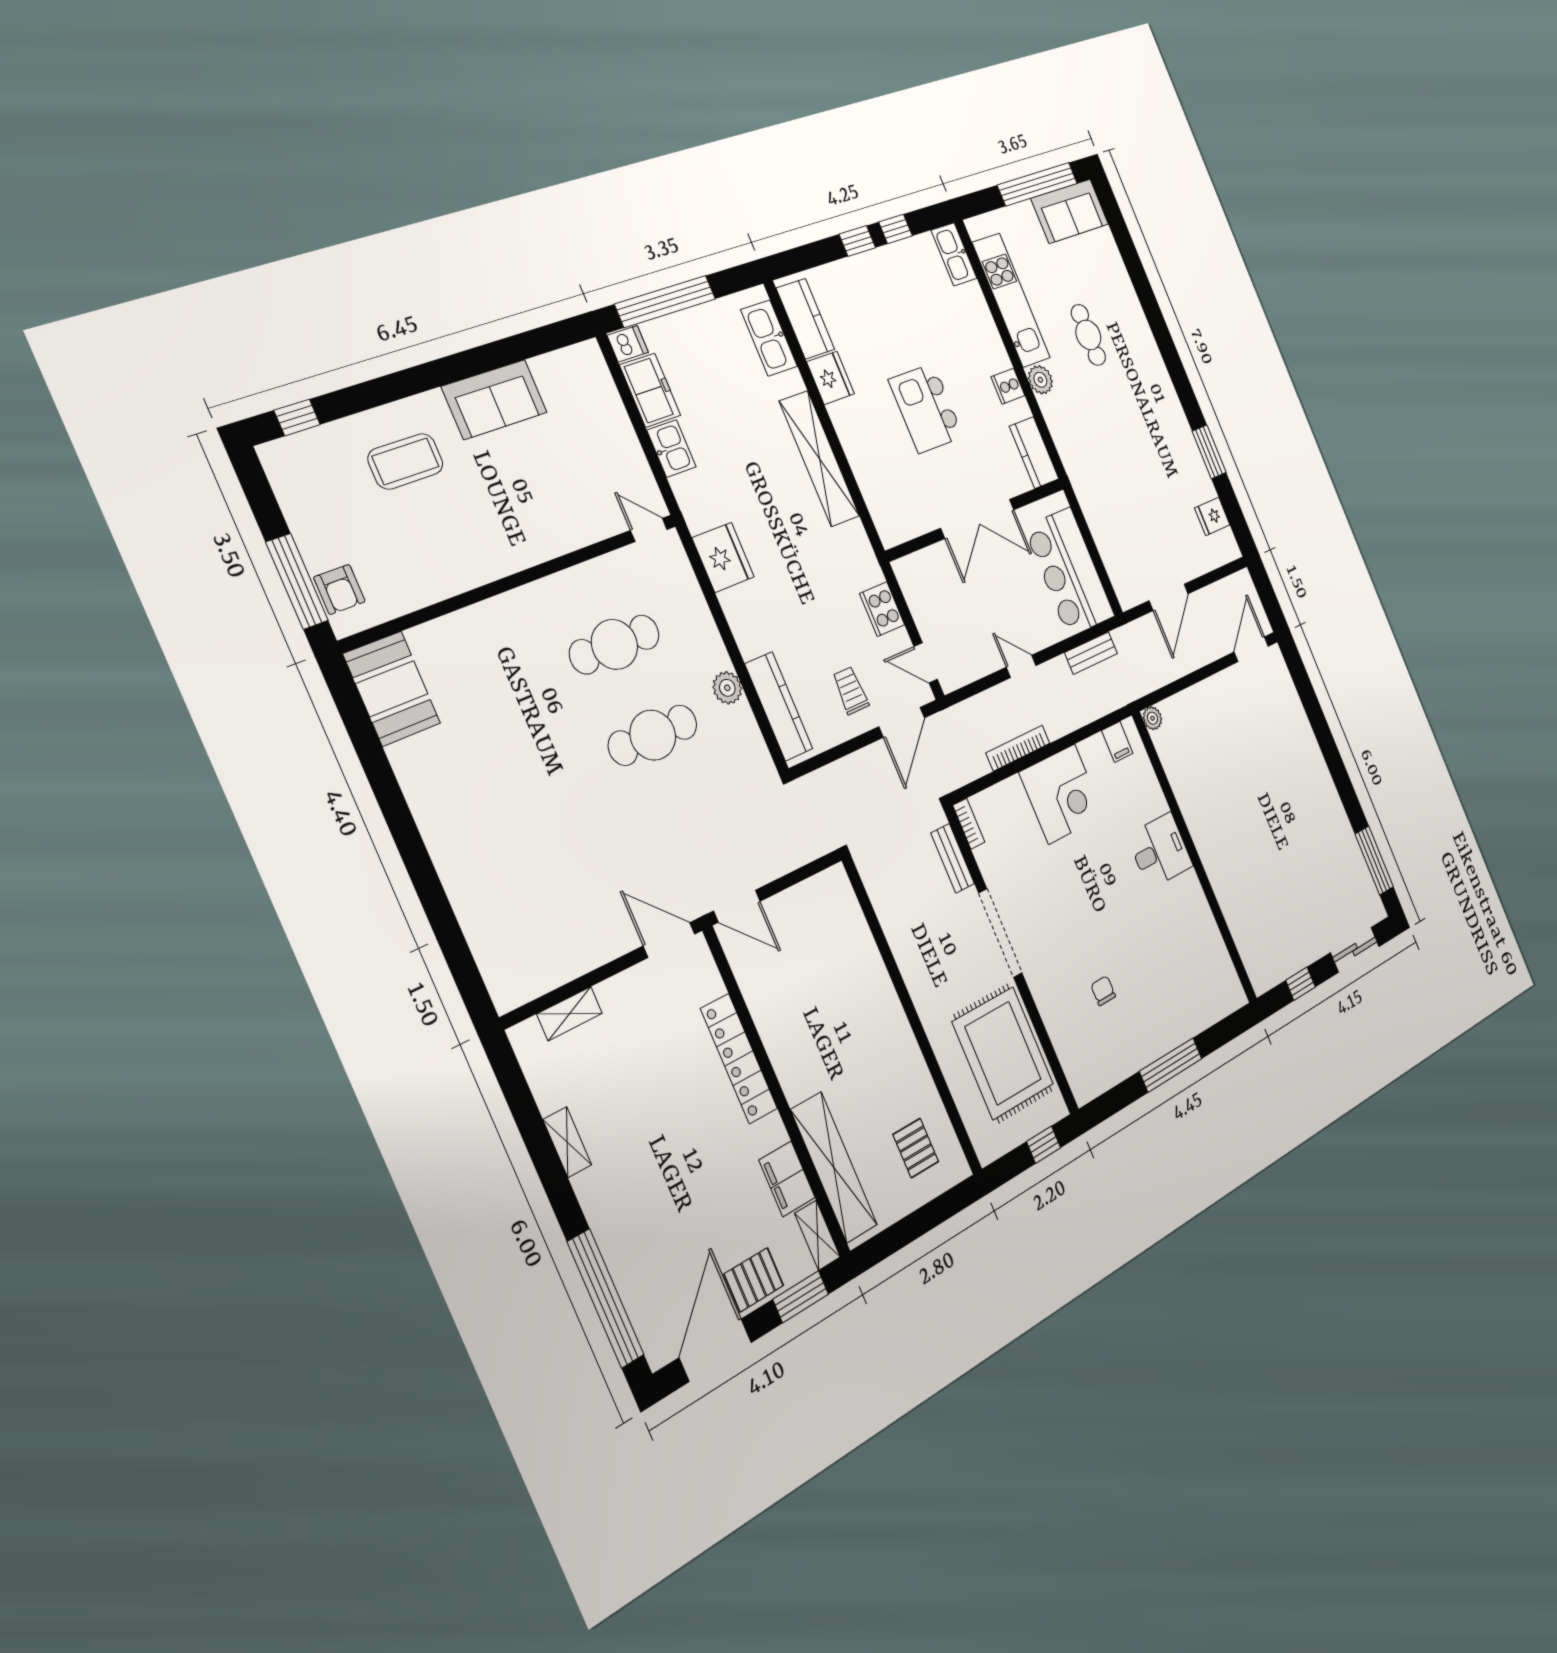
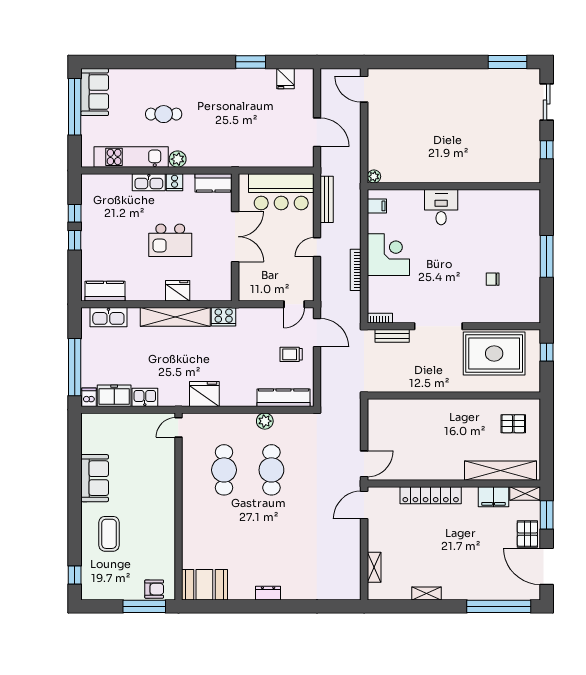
kitchen sink: (954, 254) -> (149, 182), moved
fridge: (831, 378) -> (178, 291), moved
cooker: (882, 609) -> (224, 317), moved
bench: (1091, 653) -> (327, 199), width x1.36
dresser: (431, 824) -> (268, 593), added

